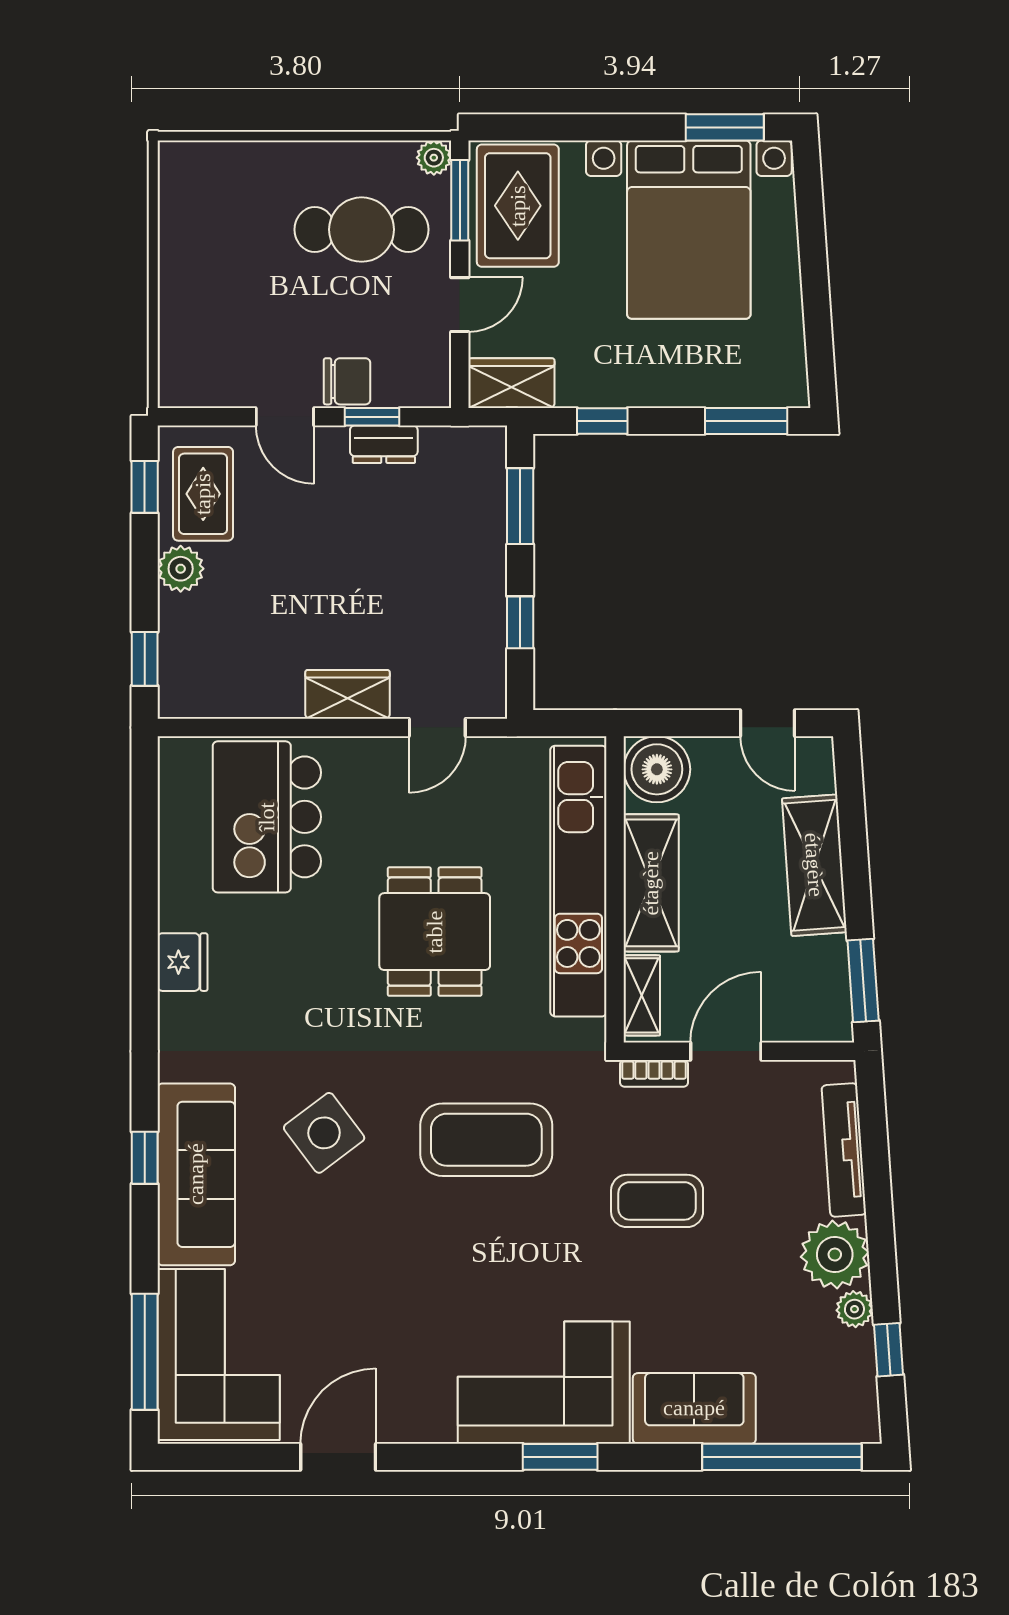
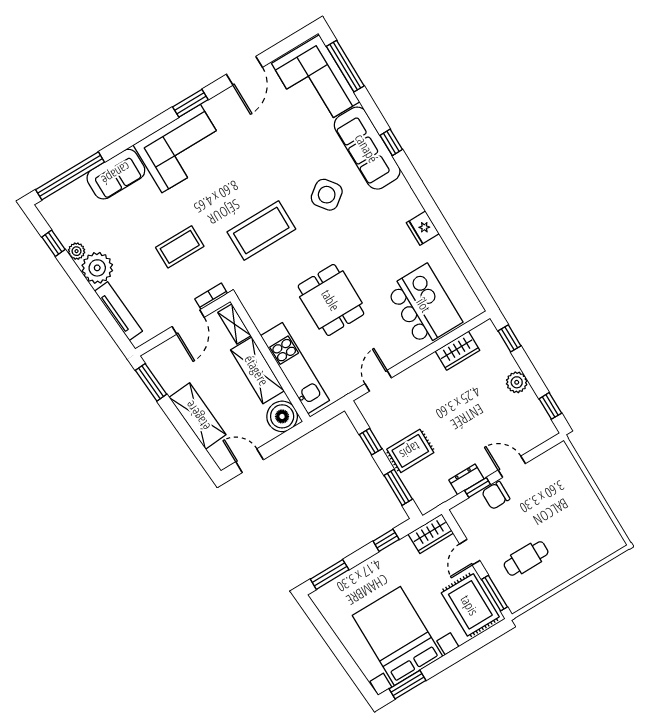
plant: (434, 158) -> (515, 604), removed
cafe table: (362, 230) -> (526, 558), width x0.73, depth x0.74
rug: (203, 494) -> (410, 451), moved, turned 90
wardrobe: (347, 694) -> (458, 351), moved
kitchen unit: (578, 881) -> (295, 368), width x0.73
window: (560, 1457) -> (190, 103), moved

